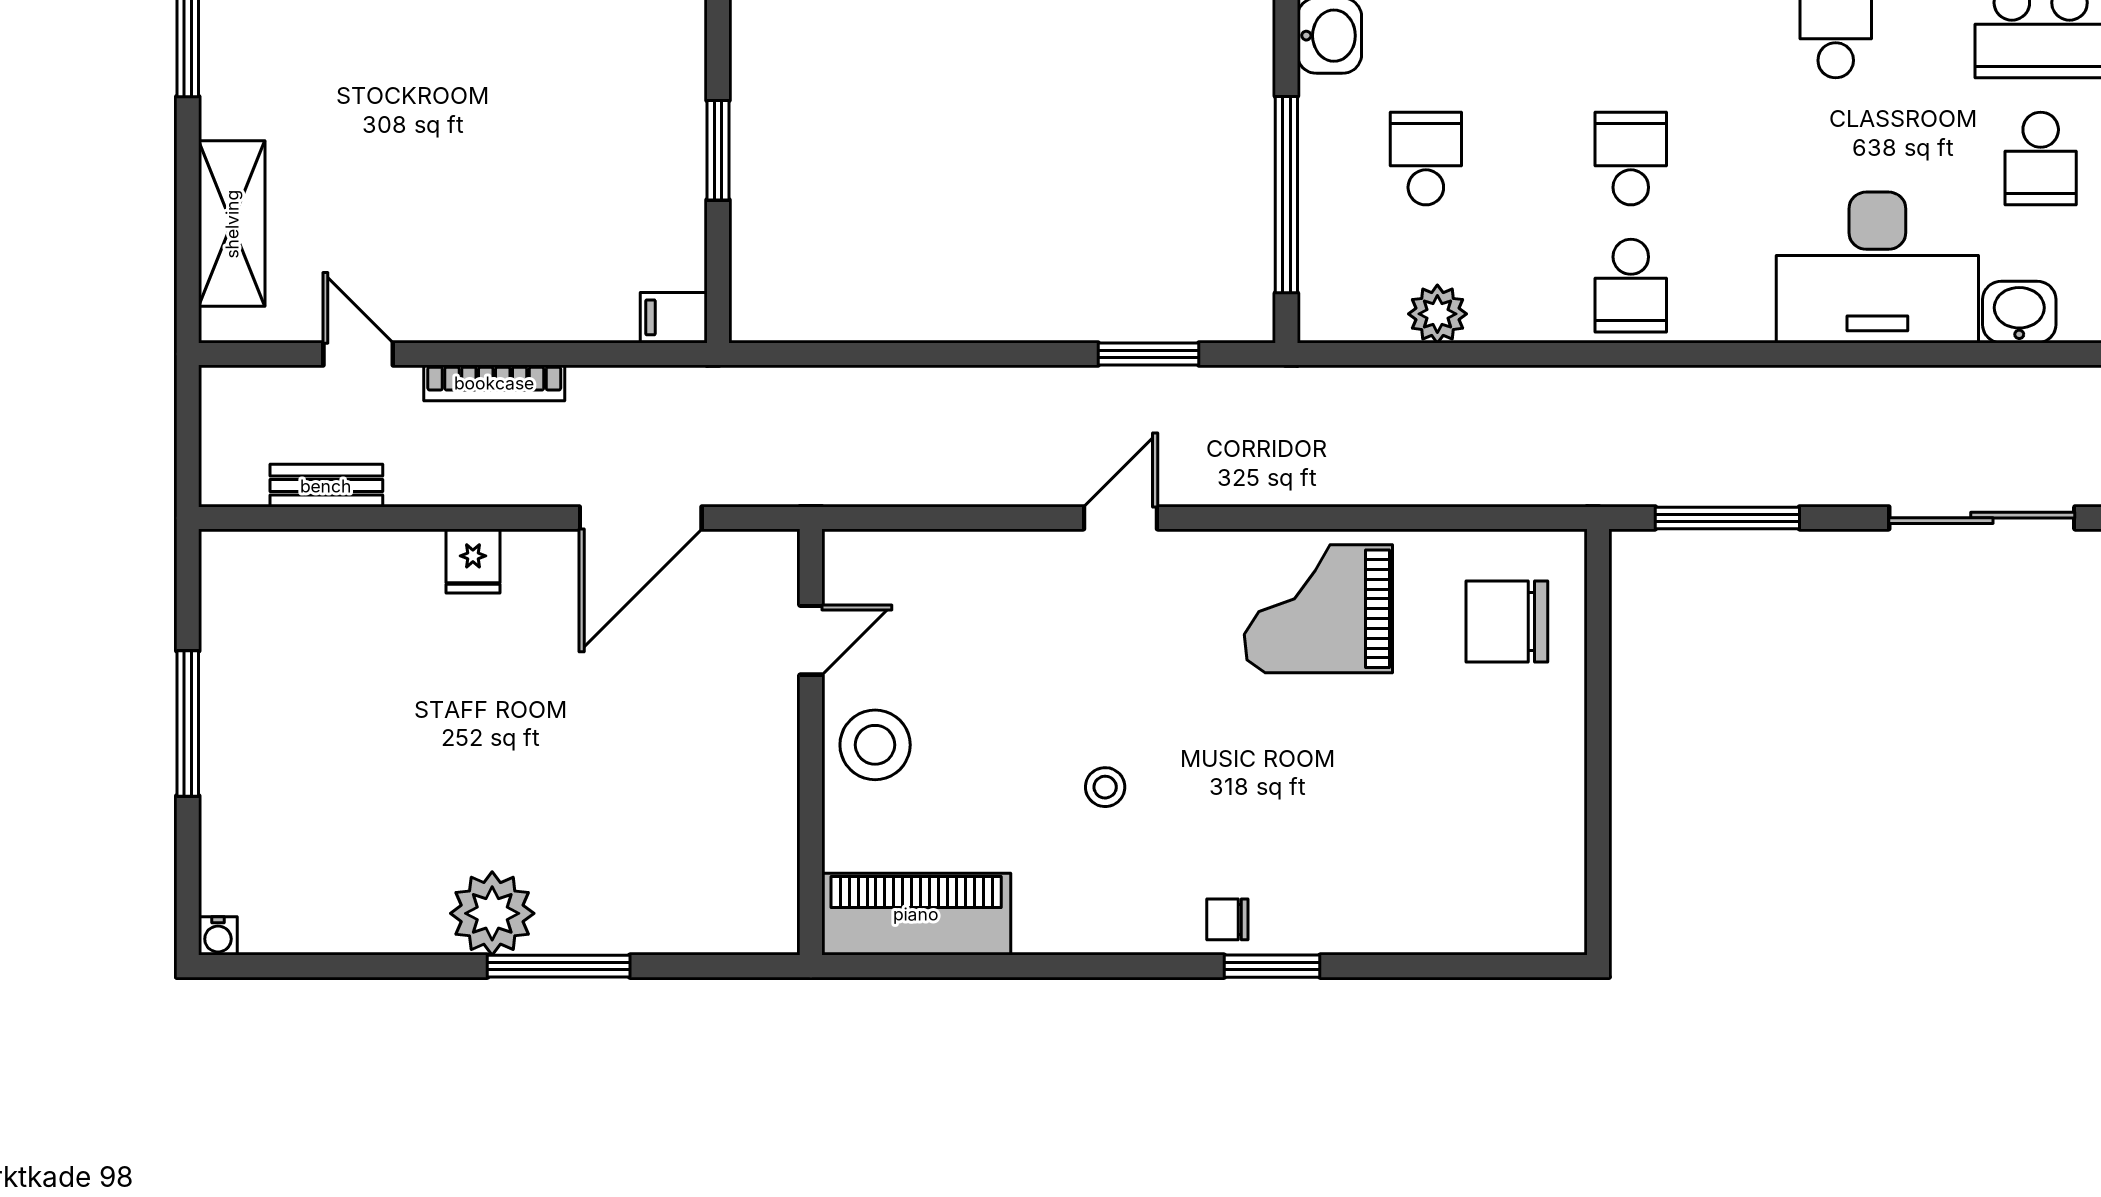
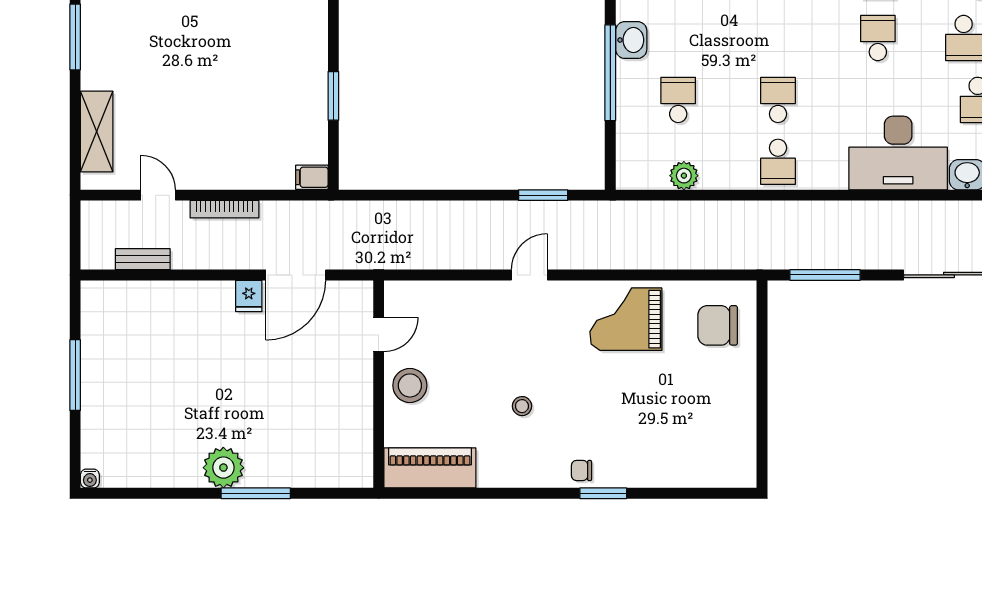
window: (1286, 195) -> (610, 73), moved
fridge: (473, 561) -> (249, 296), moved

